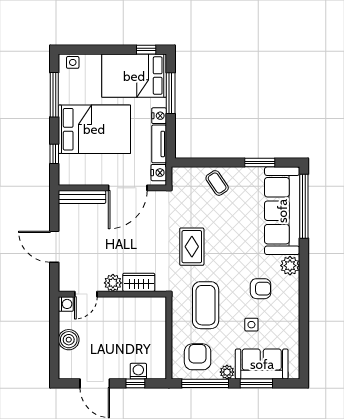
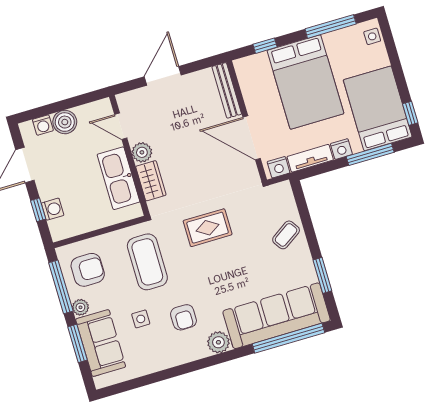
washing machine: (66, 304) -> (43, 125), moved
coffee table: (206, 305) -> (147, 262), turned 90
kitchen sink: (129, 309) -> (119, 178), added

